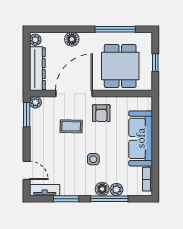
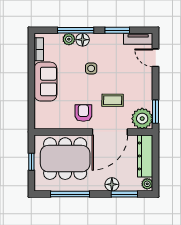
window: (59, 29) -> (124, 194), added
dining table: (120, 66) -> (65, 159), width x1.38
plant: (35, 102) -> (142, 119), width x1.88, depth x1.88
sofa: (141, 138) -> (45, 82), width x0.73

